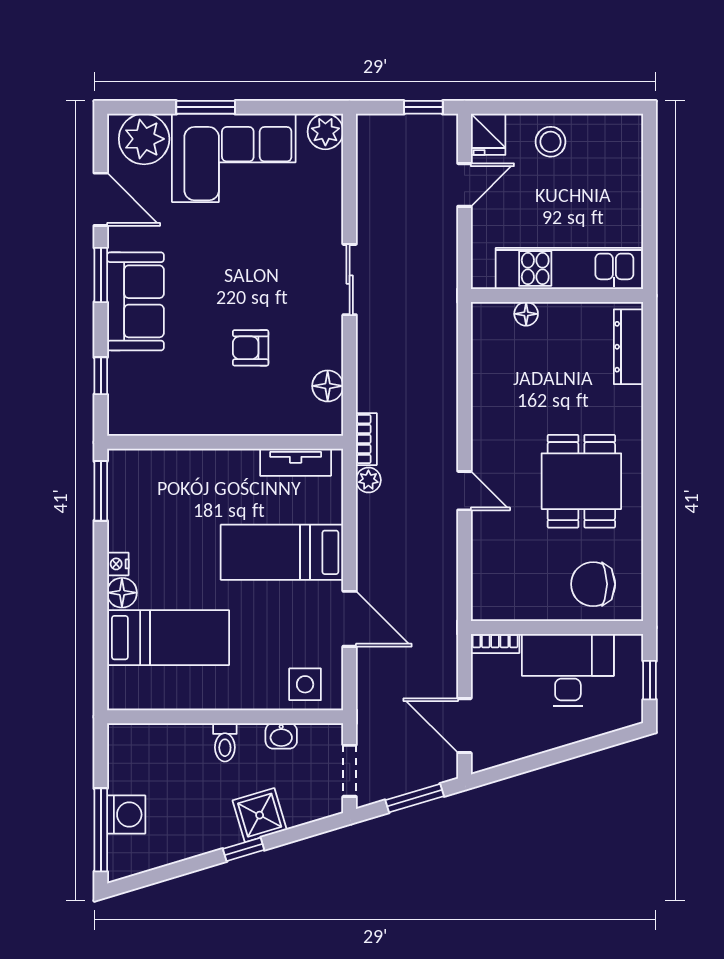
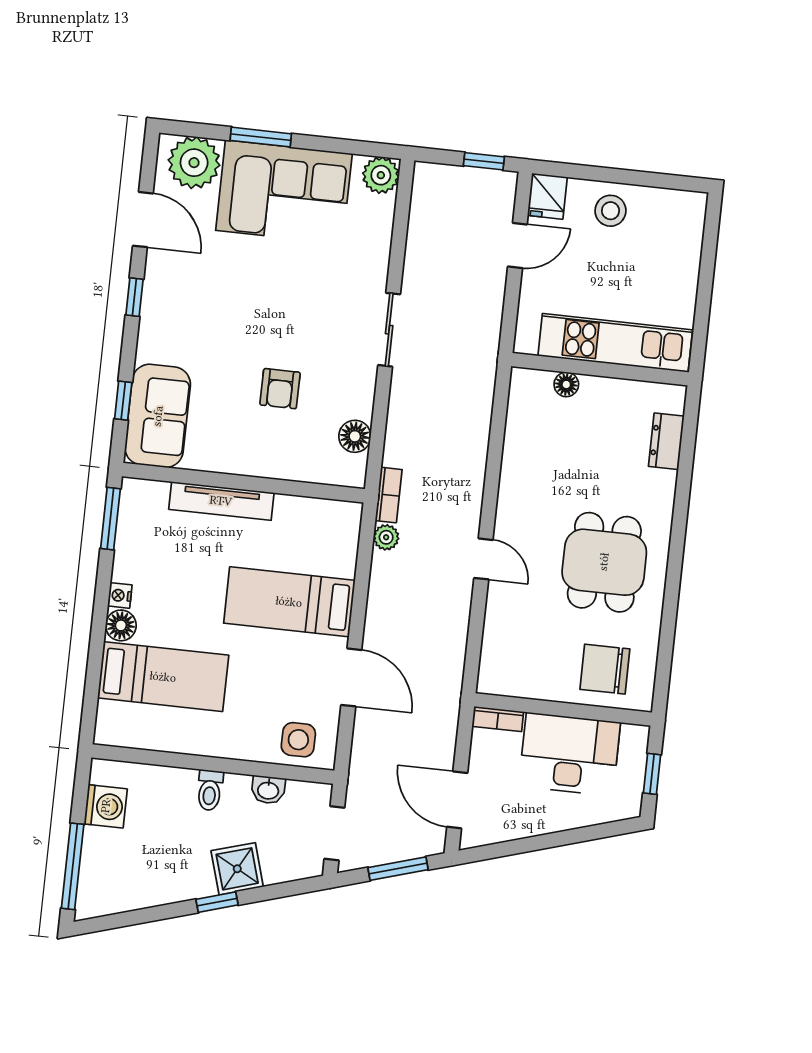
window: (101, 275) -> (134, 297), width x0.67
sofa: (135, 301) -> (158, 416), moved
dresser: (628, 347) -> (666, 441), width x0.70
armchair: (251, 348) -> (280, 389), turned -90
tv unit: (296, 462) -> (221, 501), moved, width x1.41
washing machine: (126, 815) -> (106, 806), moved

